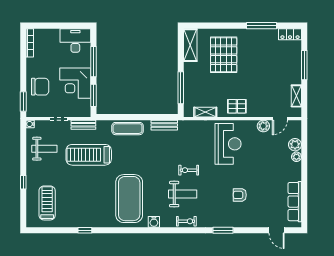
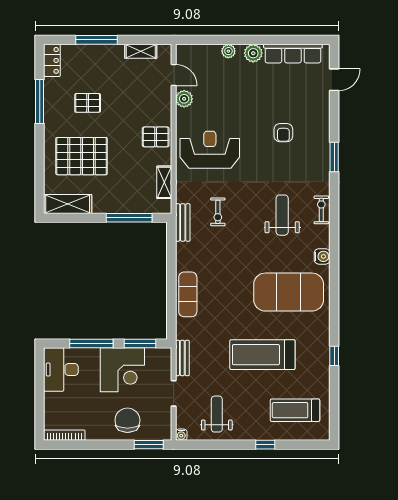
pallet: (260, 59) -> (88, 103), added
pallet: (237, 106) -> (156, 137), turned 90
bench: (164, 125) -> (183, 222), moved
plant: (295, 145) -> (253, 53), moved
treadmill: (89, 155) -> (262, 355), moved, turned 90
exercise bike: (189, 170) -> (218, 212), moved

